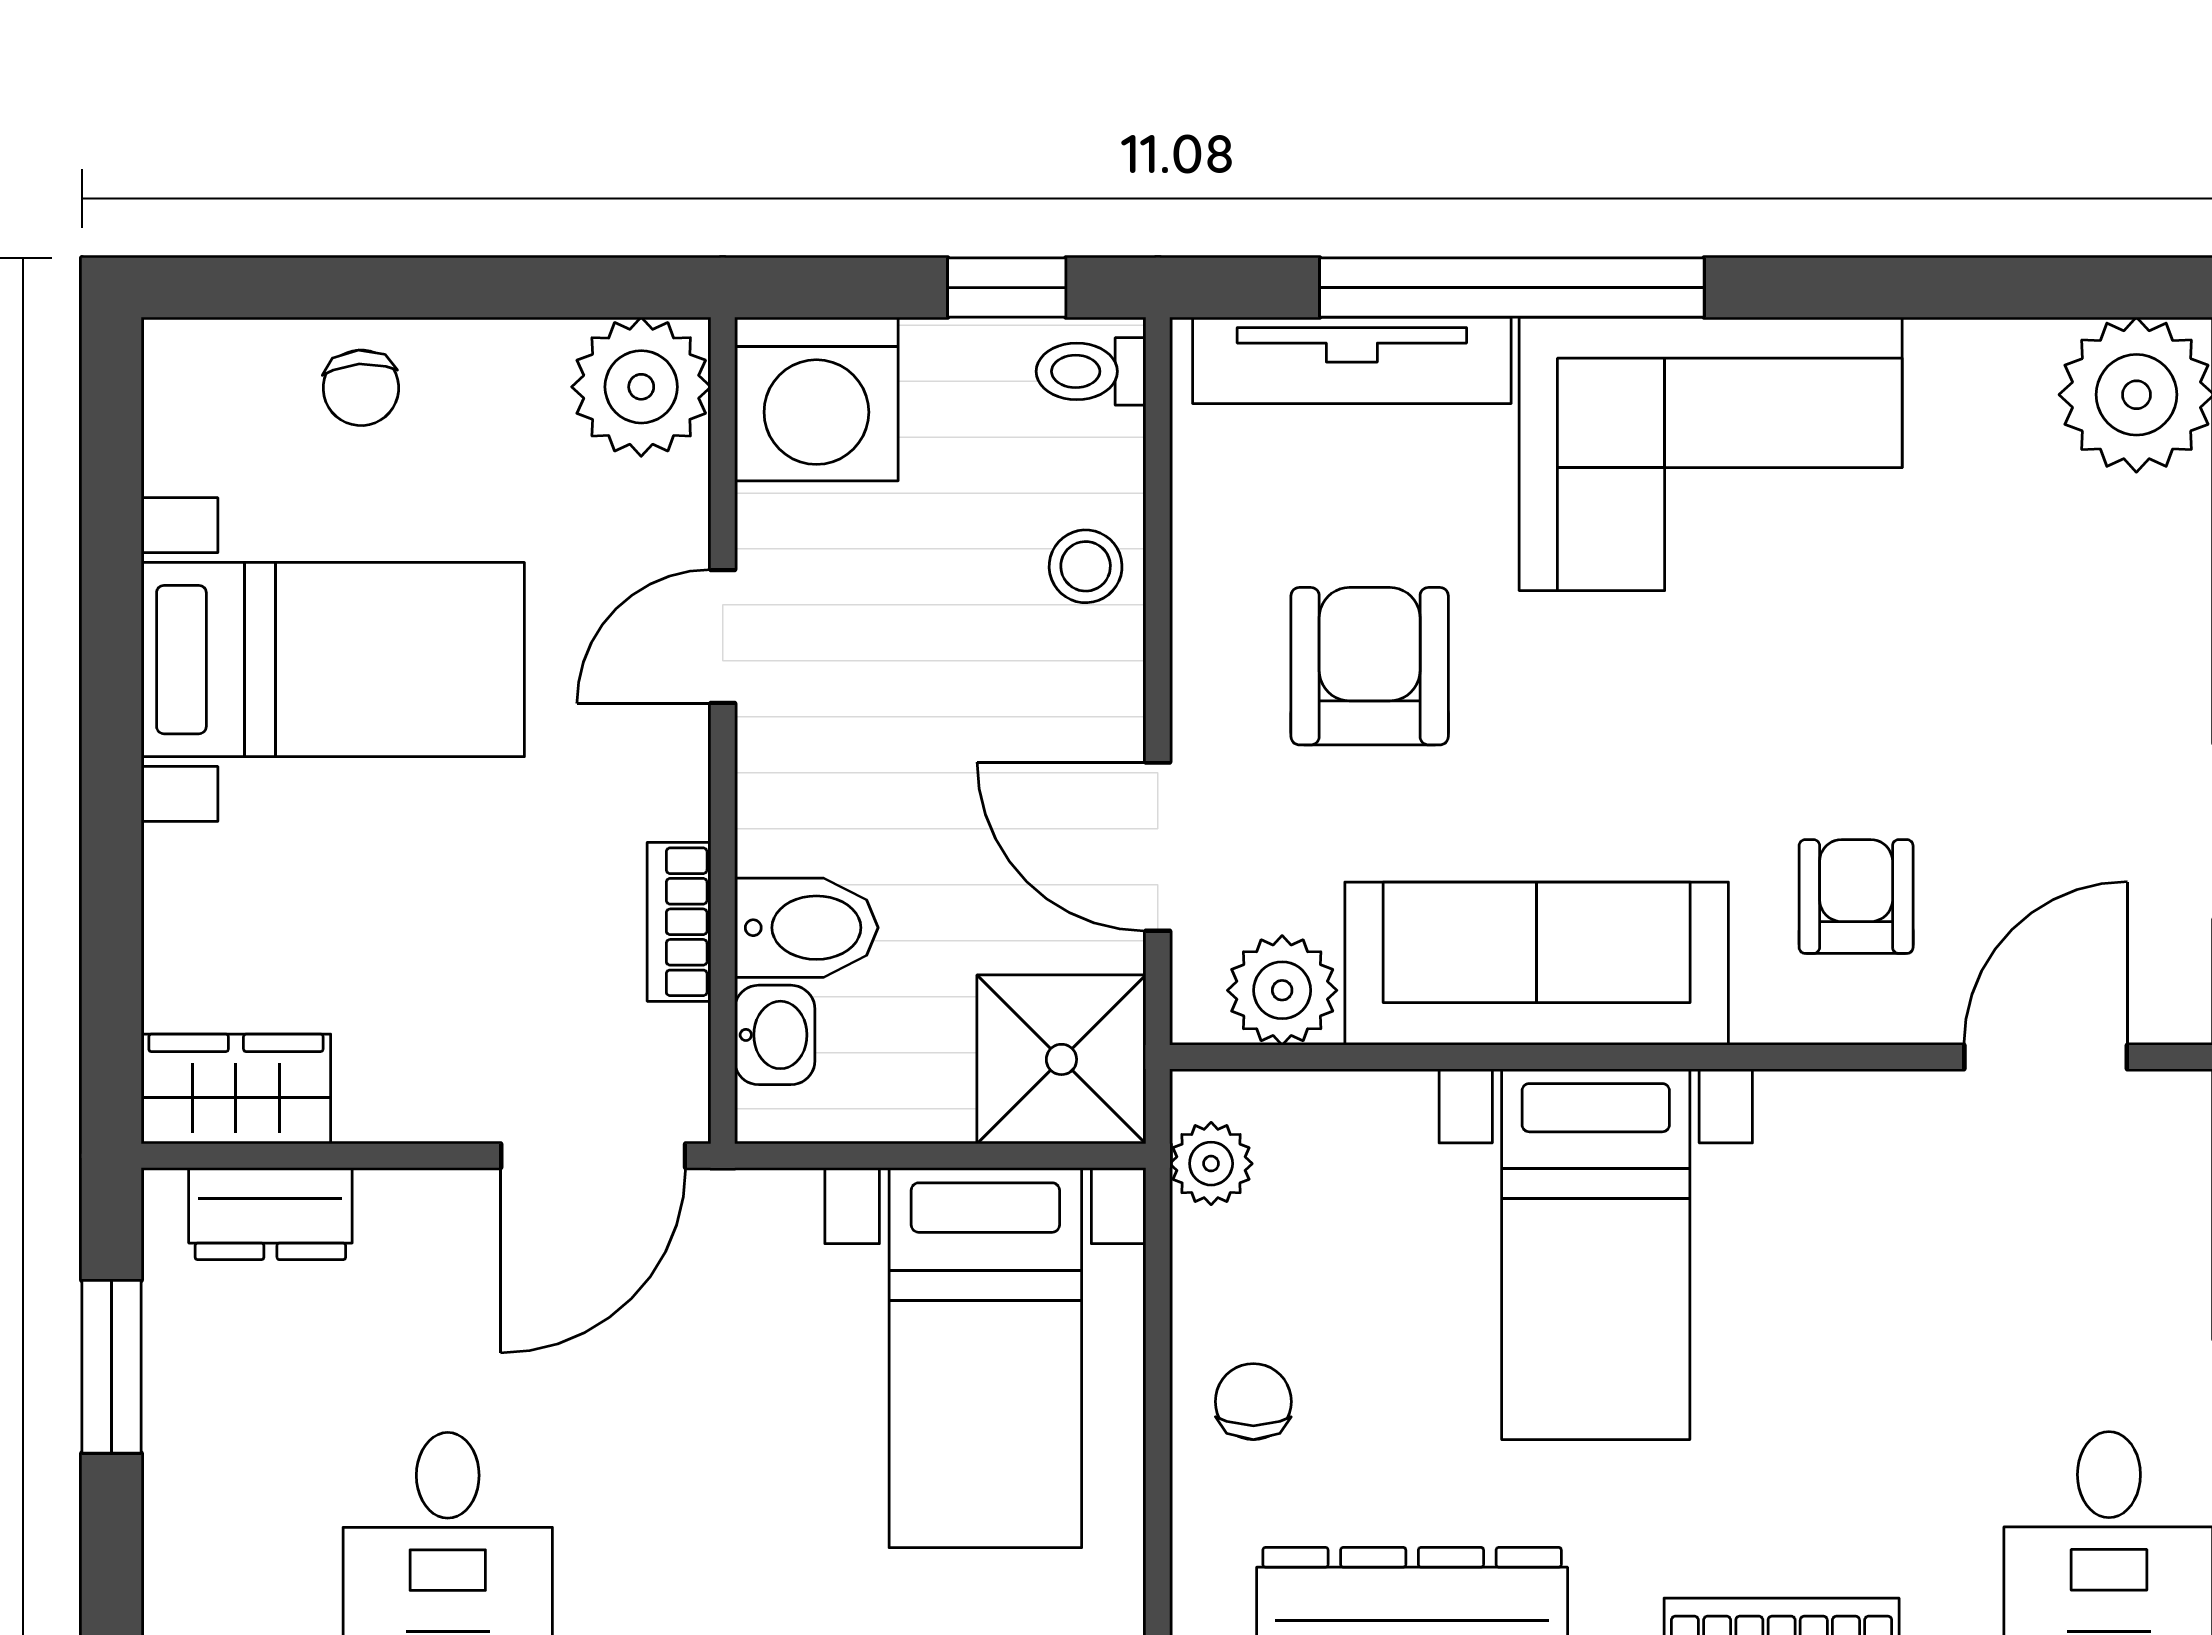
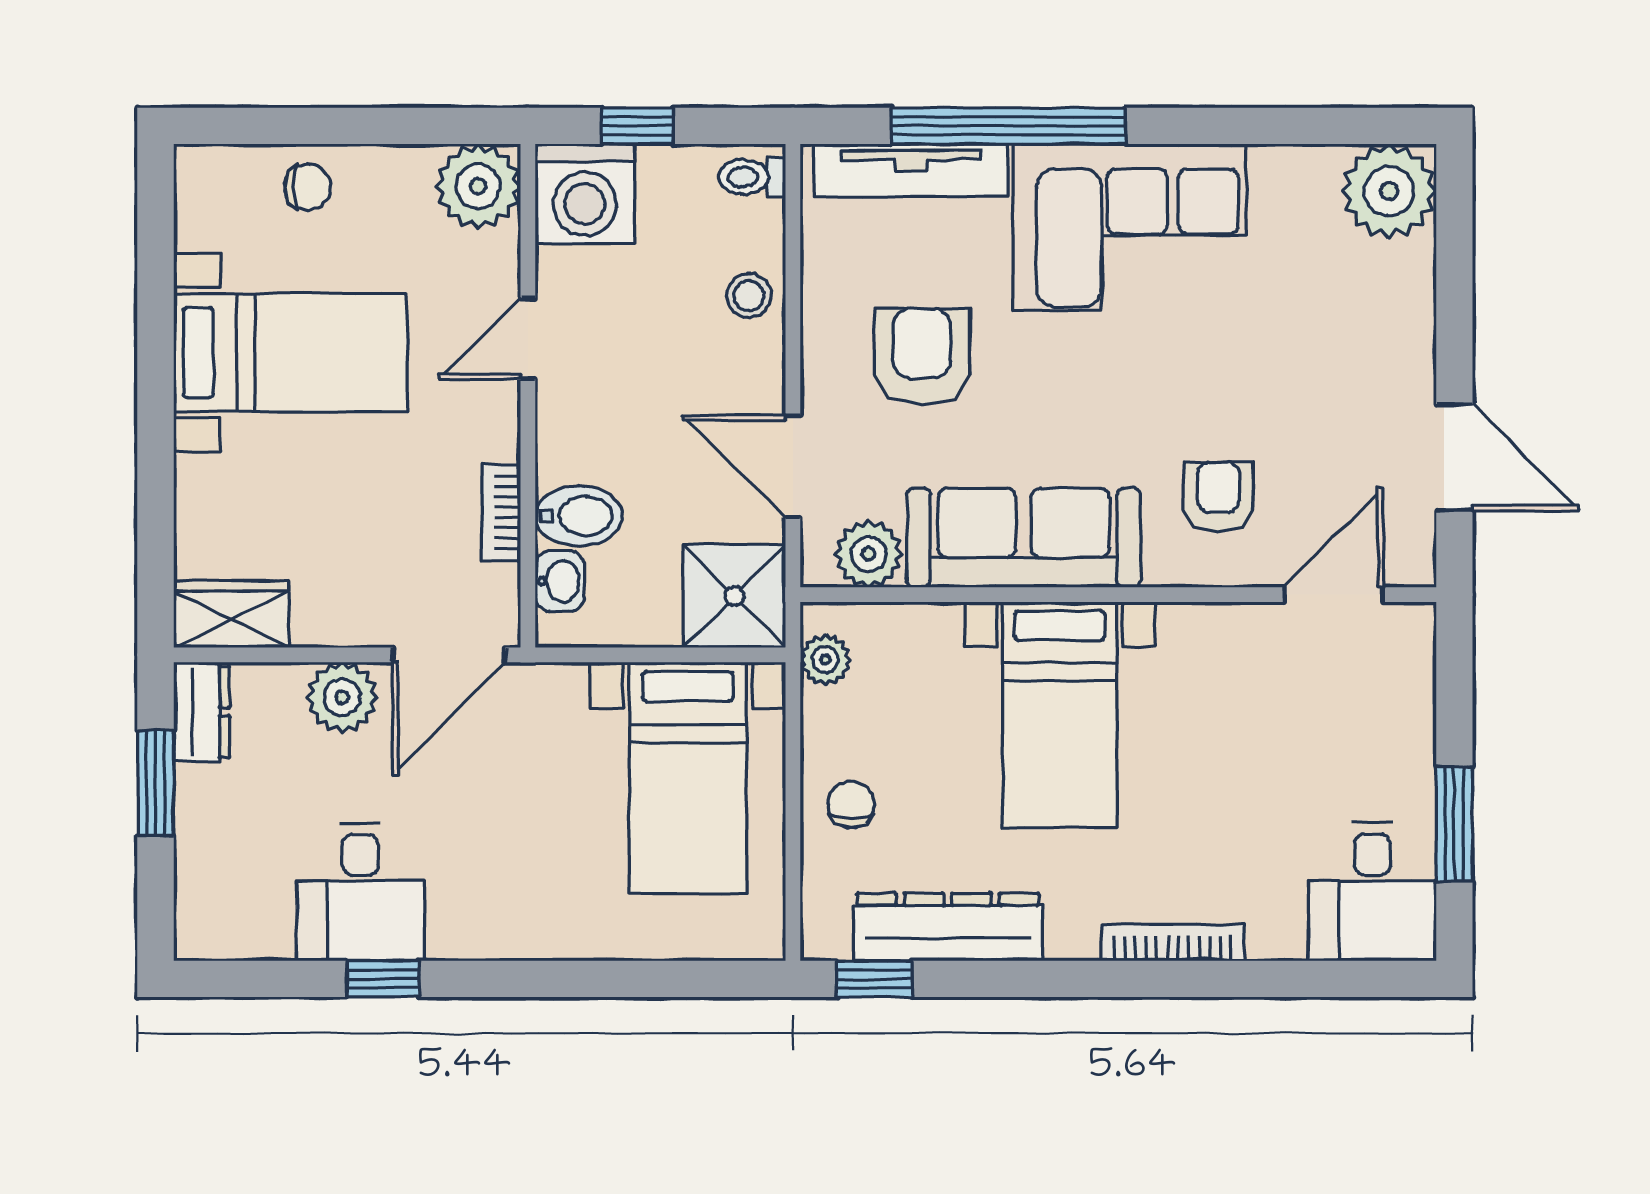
window: (1007, 288) -> (637, 126), moved
chair: (361, 388) -> (307, 187), turned -86
dresser: (270, 1214) -> (202, 712), moved, turned -90
plant: (418, 1225) -> (342, 697), added

